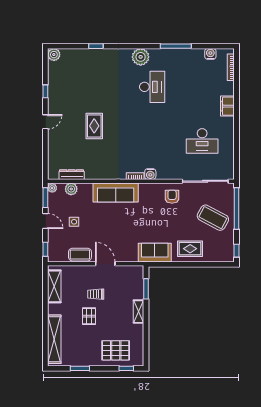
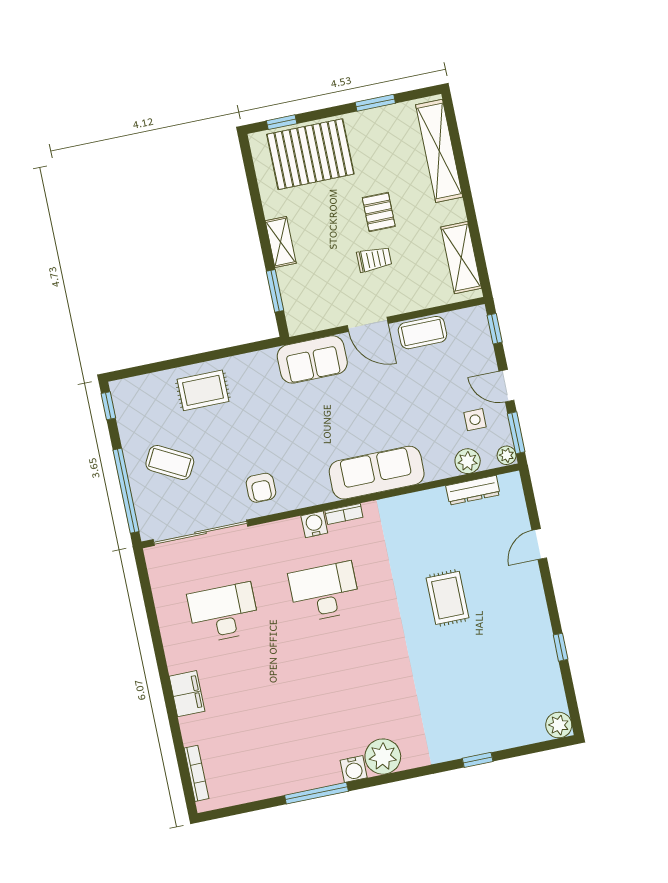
water cooler: (210, 54) -> (354, 769), moved
desk: (152, 87) -> (324, 592), moved, turned 90
door: (45, 122) -> (539, 544), moved
coffee table: (213, 218) -> (170, 463), width x0.73, depth x0.76
side table: (74, 222) -> (475, 420), moved
sofa: (155, 253) -> (312, 359), moved
pallet: (116, 350) -> (310, 154), width x1.37, depth x1.41

